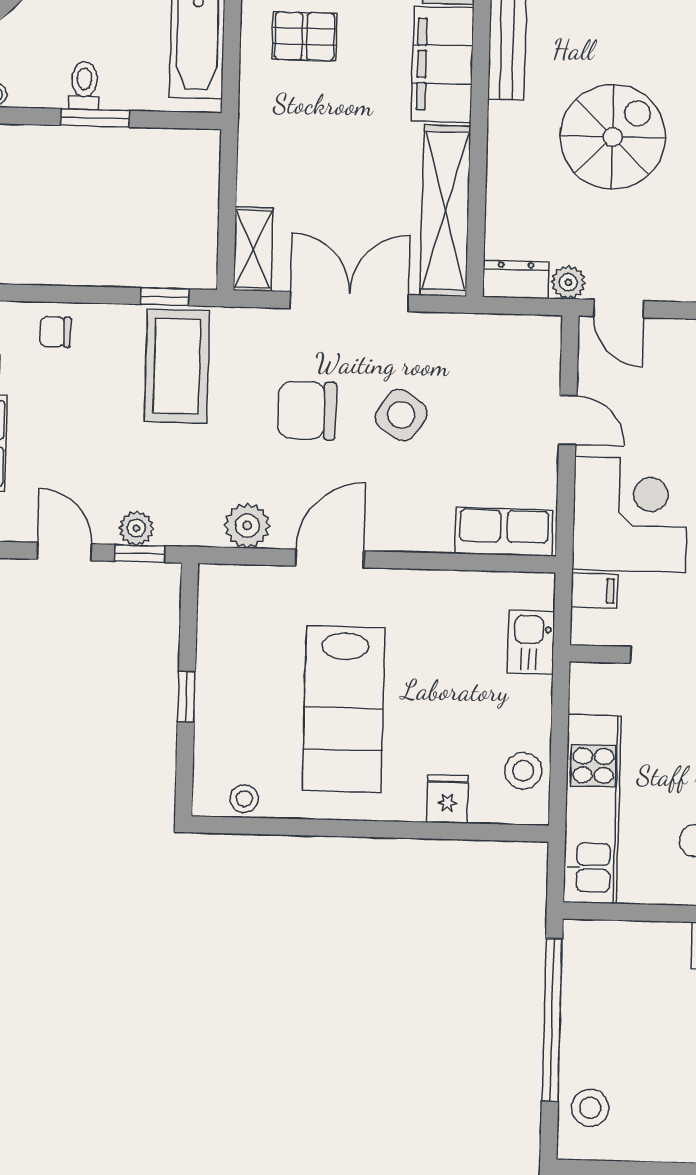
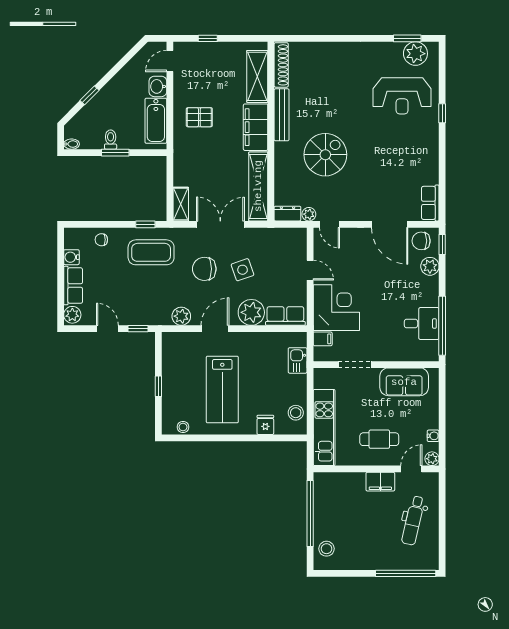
coffee table: (177, 366) -> (151, 252), turned 90
side table: (401, 415) -> (243, 270), turned 37
plant: (136, 528) -> (251, 312), moved, width x1.88, depth x1.88

